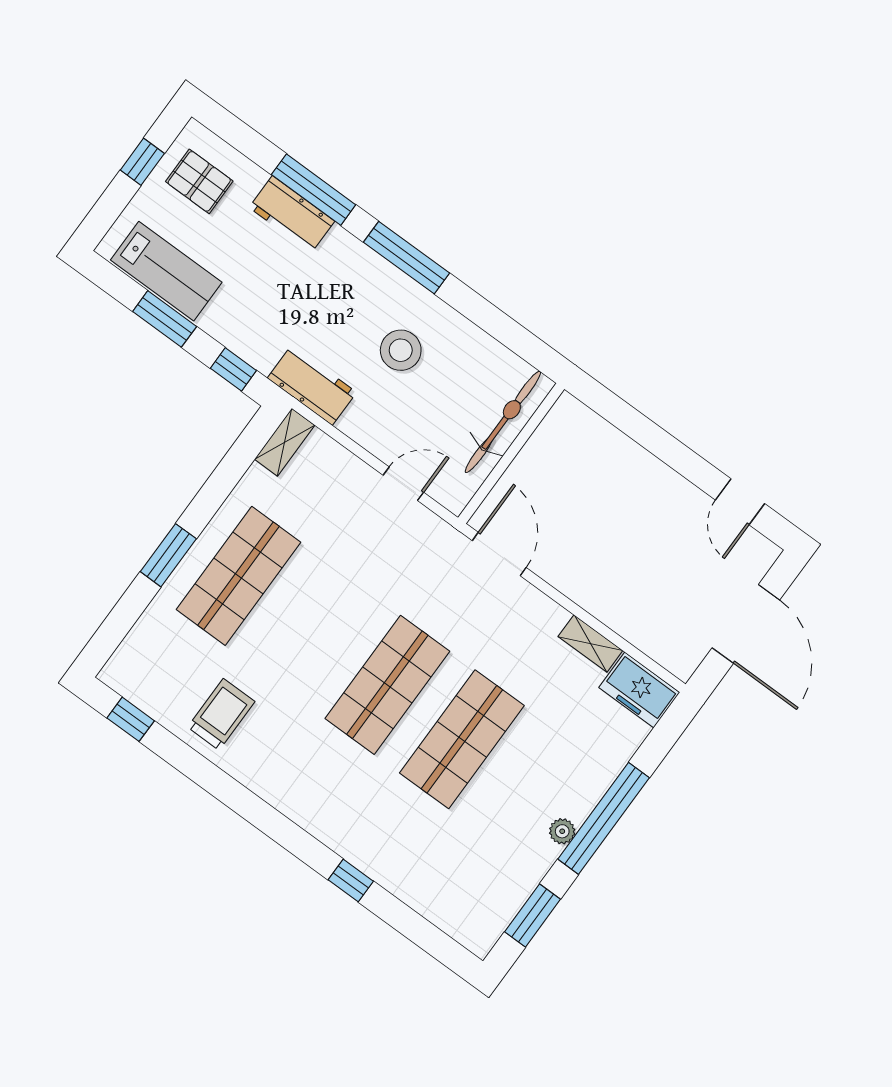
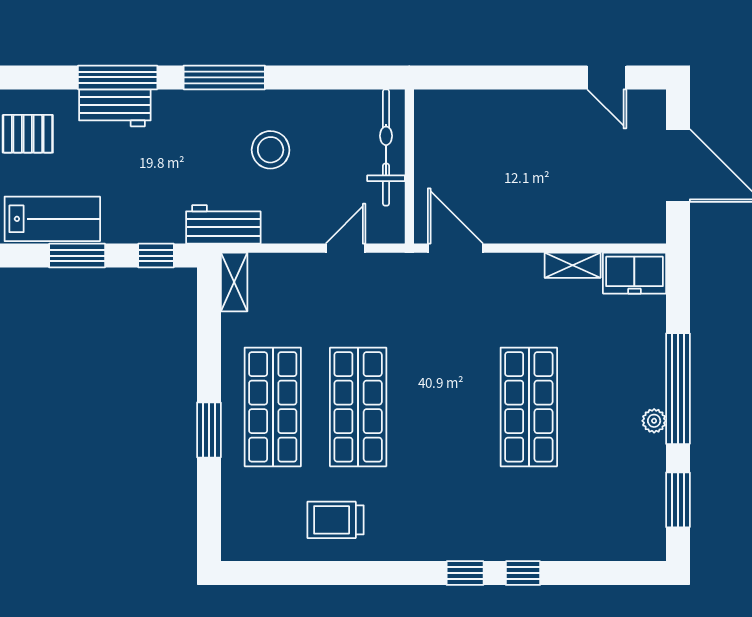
shop shelf: (387, 685) -> (358, 407), moved
trolley: (221, 714) -> (336, 520), turned -90
window: (131, 719) -> (465, 573), moved

